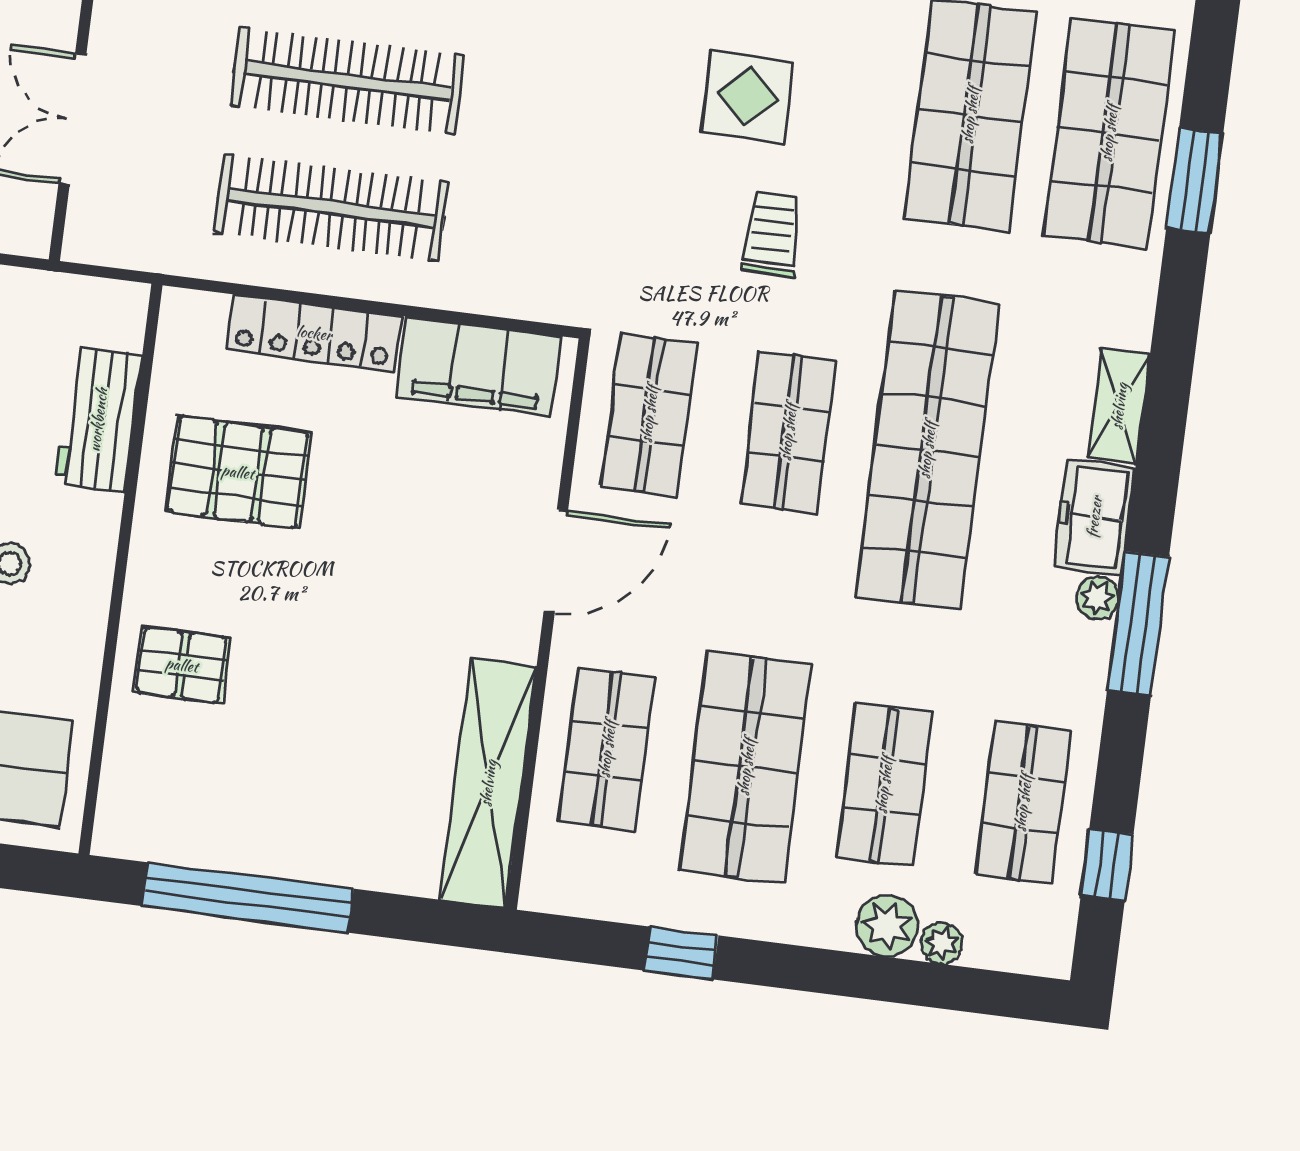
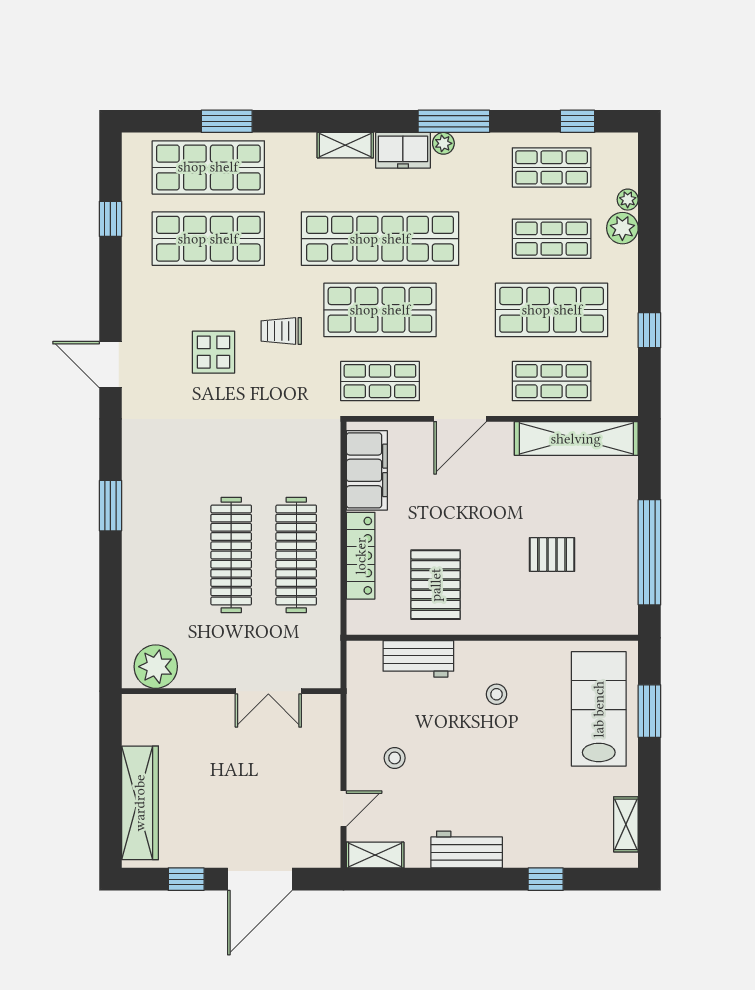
shop shelf: (788, 432) -> (380, 310), width x1.43, depth x1.36
door: (556, 561) -> (460, 419), swing flipped
pallet: (182, 665) -> (552, 555), moved, turned 90

